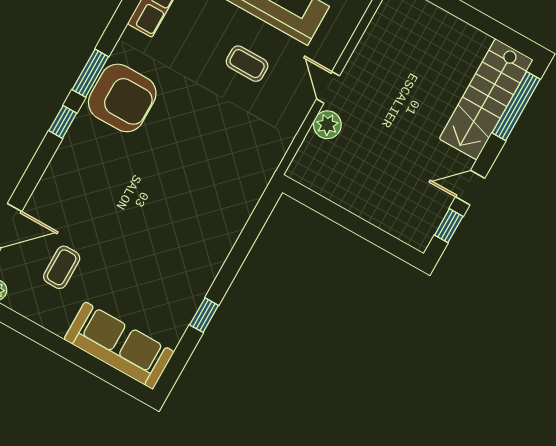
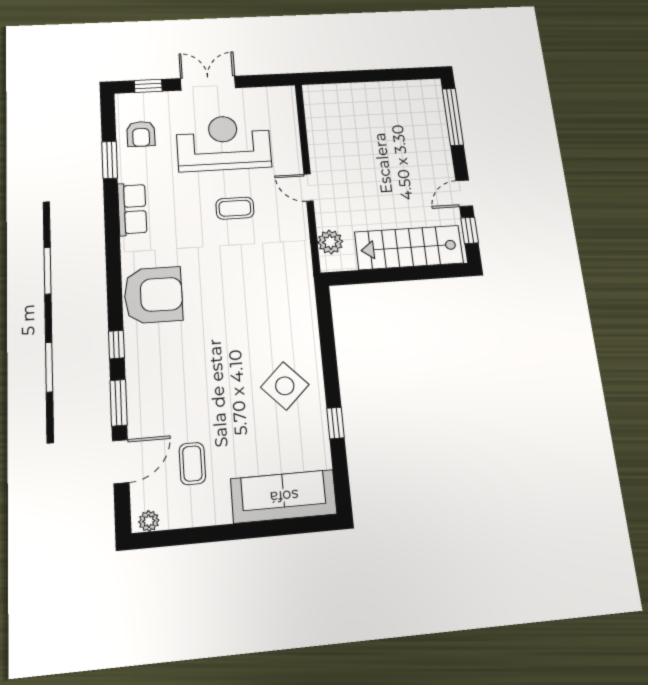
window: (90, 73) -> (119, 403), moved
stairs: (486, 99) -> (409, 247), moved, turned 90
plant: (327, 125) -> (330, 242), moved
side table: (182, 254) -> (285, 386), added

